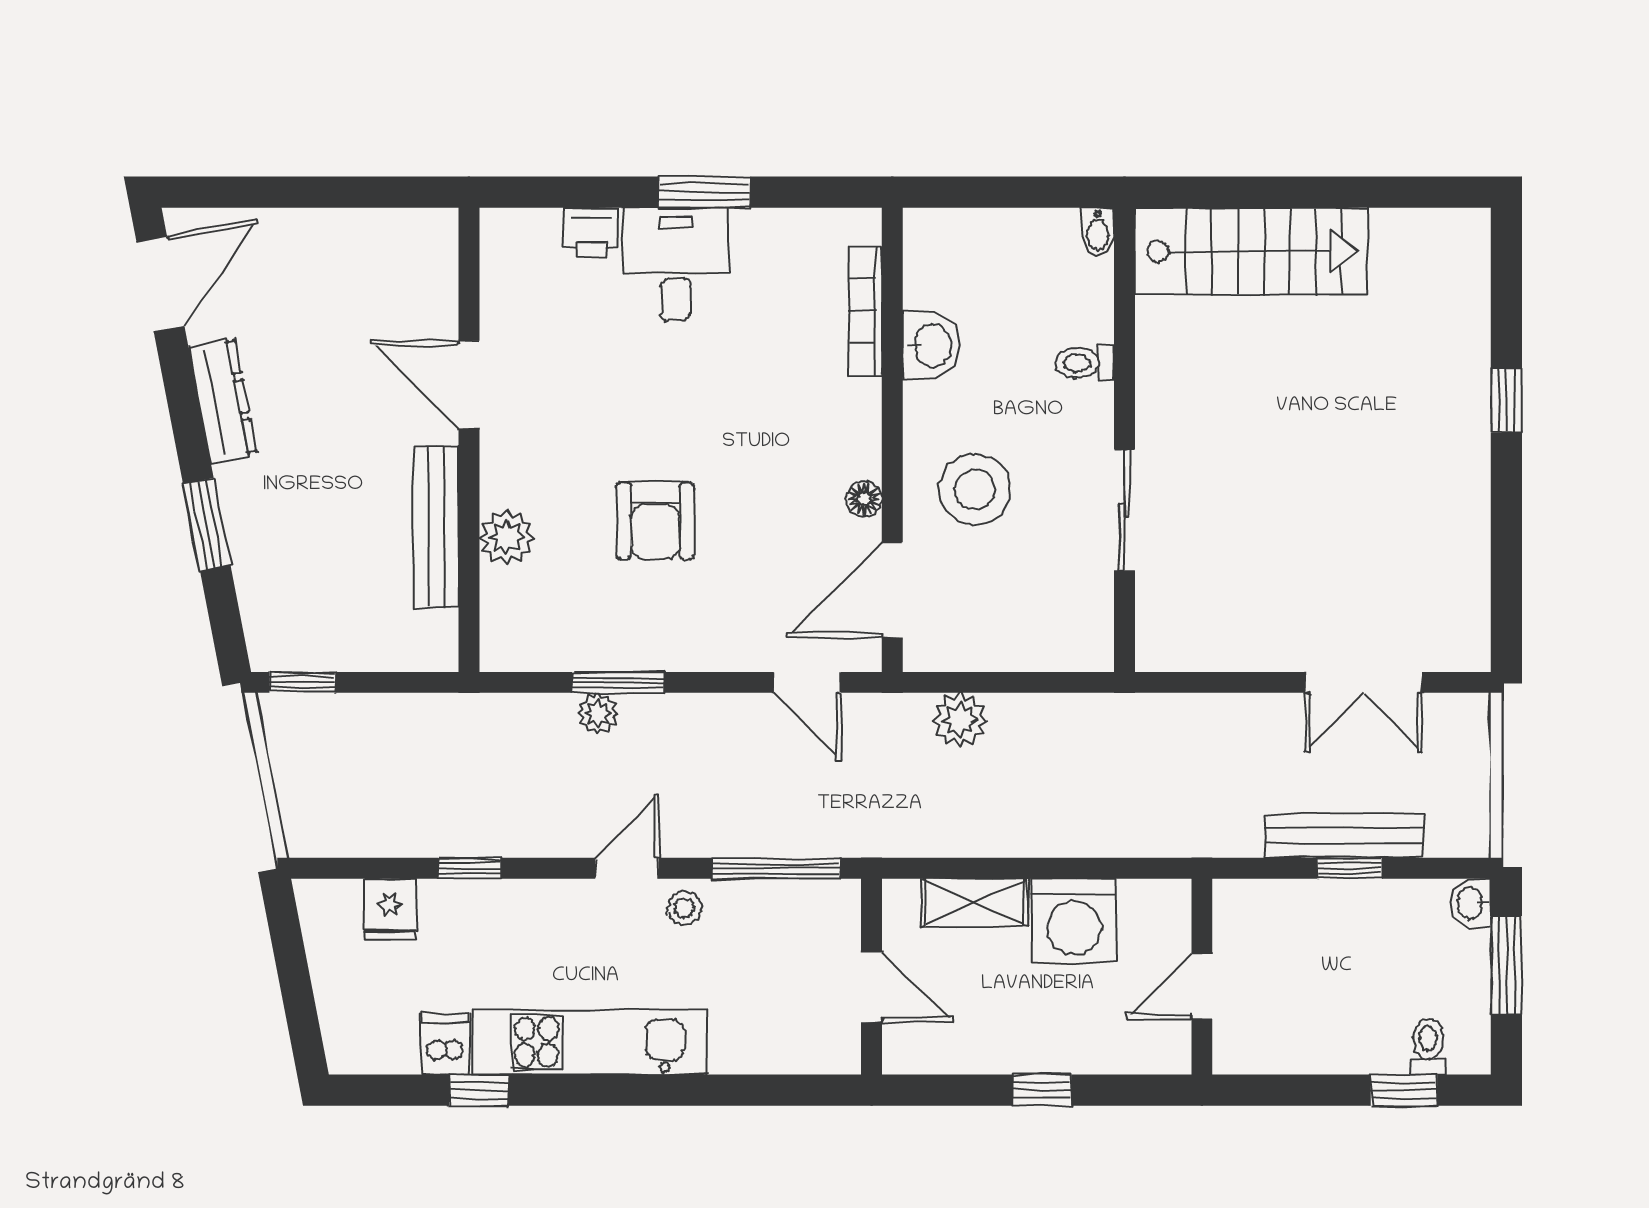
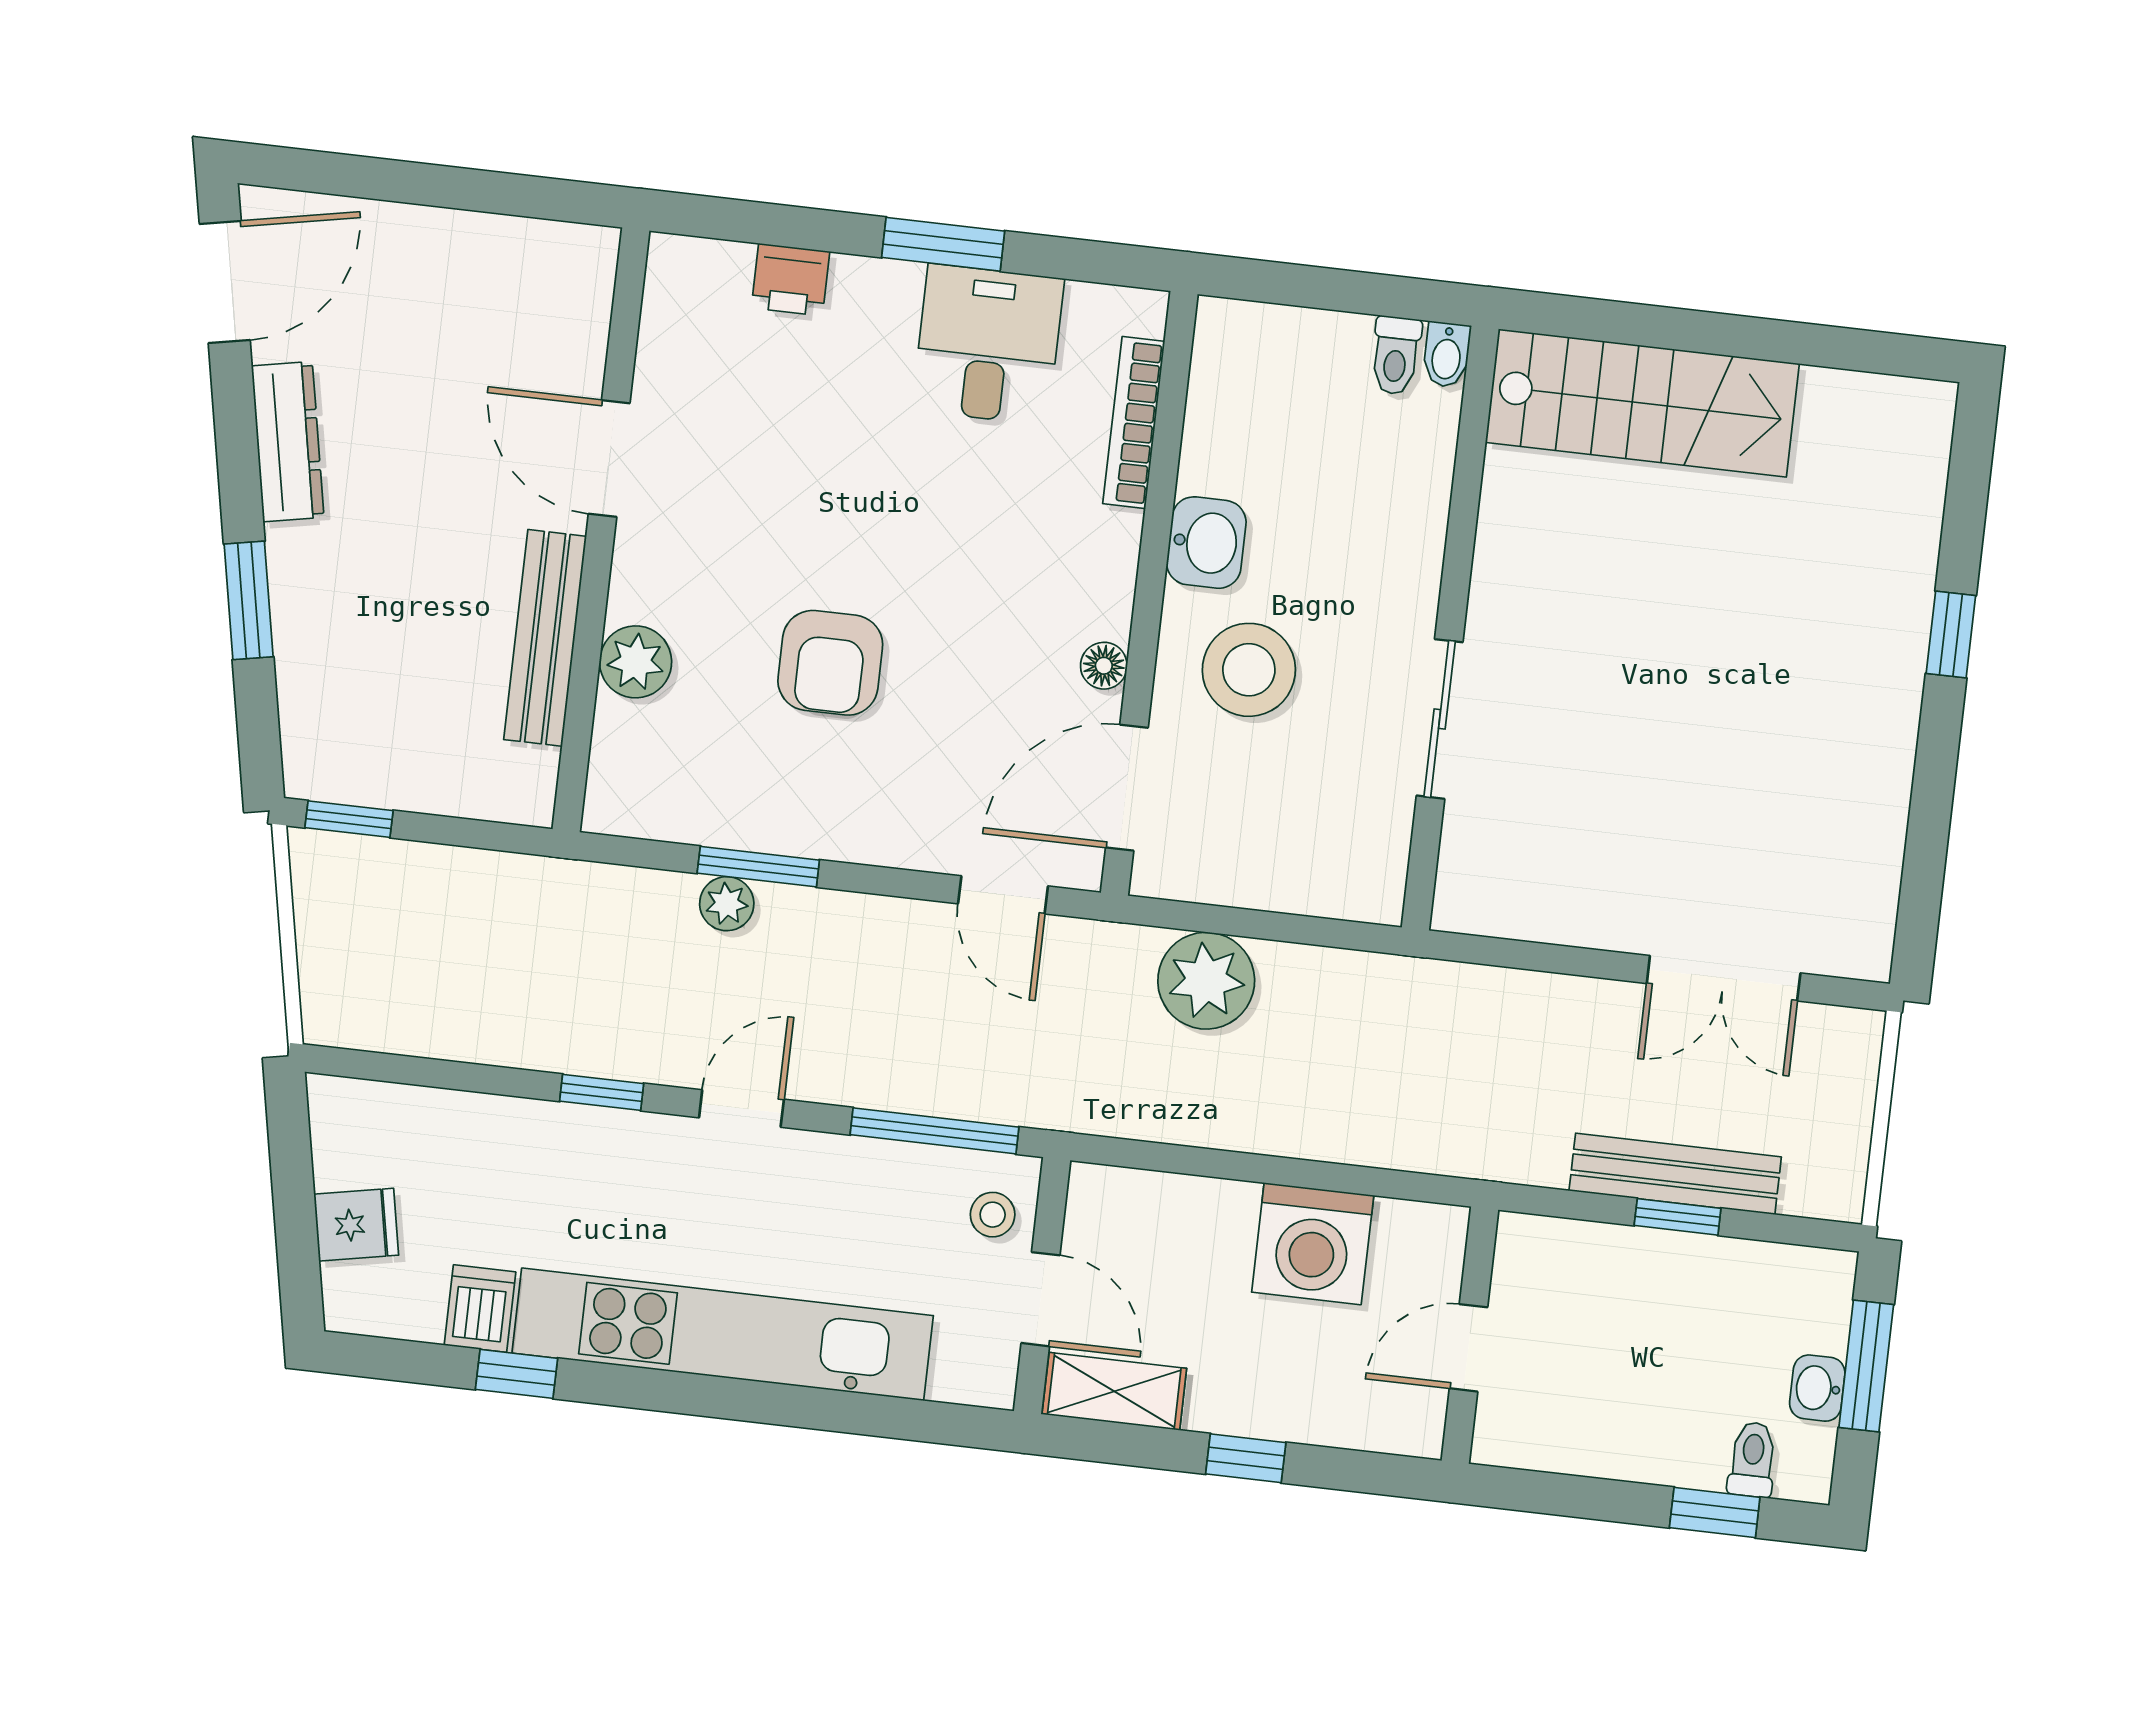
desk: (676, 264) -> (988, 344), moved
washbasin: (931, 346) -> (1206, 543), moved
toilet: (1085, 363) -> (1396, 355), moved, turned -90
plant: (960, 720) -> (1206, 981), width x1.36, depth x1.36
window: (470, 868) -> (602, 1092), moved
shelving: (974, 902) -> (1114, 1391), moved
washbasin: (1471, 903) -> (1817, 1388), moved
stool: (685, 908) -> (993, 1215), moved
fridge: (390, 909) -> (356, 1225), moved, turned -101
kitchen unit: (590, 1042) -> (723, 1334), width x1.36

